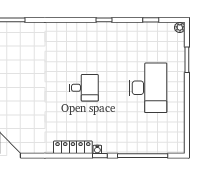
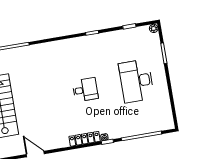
desk: (148, 88) -> (136, 81), turned 180

